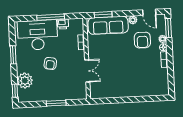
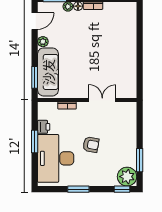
window: (51, 17) -> (35, 142), width x0.69
armchair: (142, 40) -> (68, 31), removed
plant: (25, 81) -> (127, 177), moved
window: (56, 103) -> (140, 160), moved

